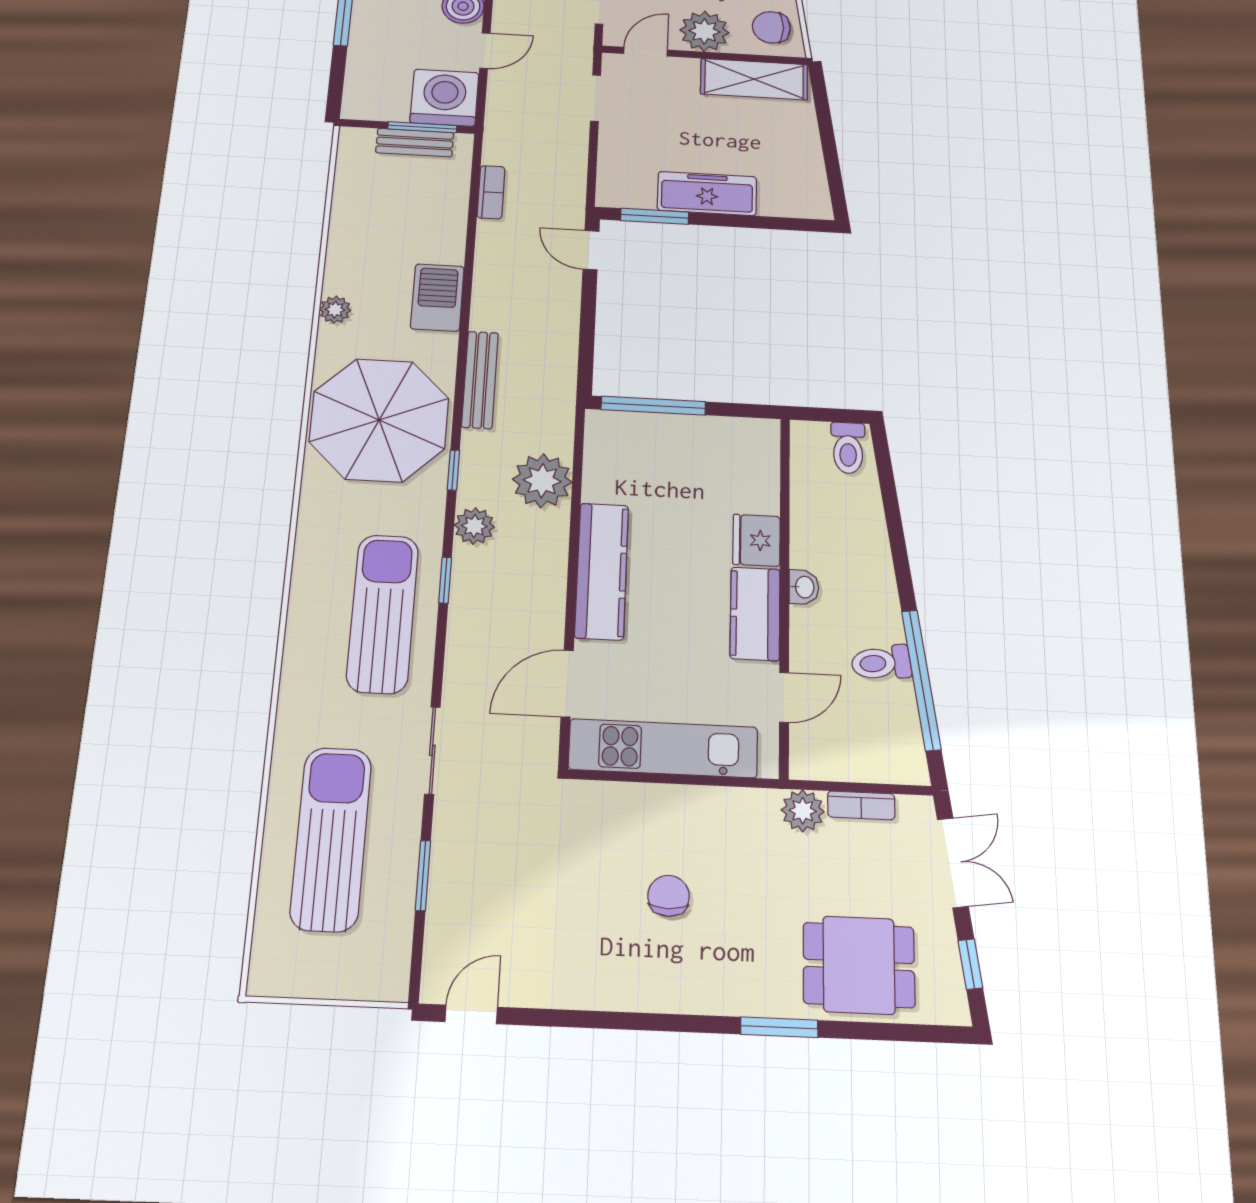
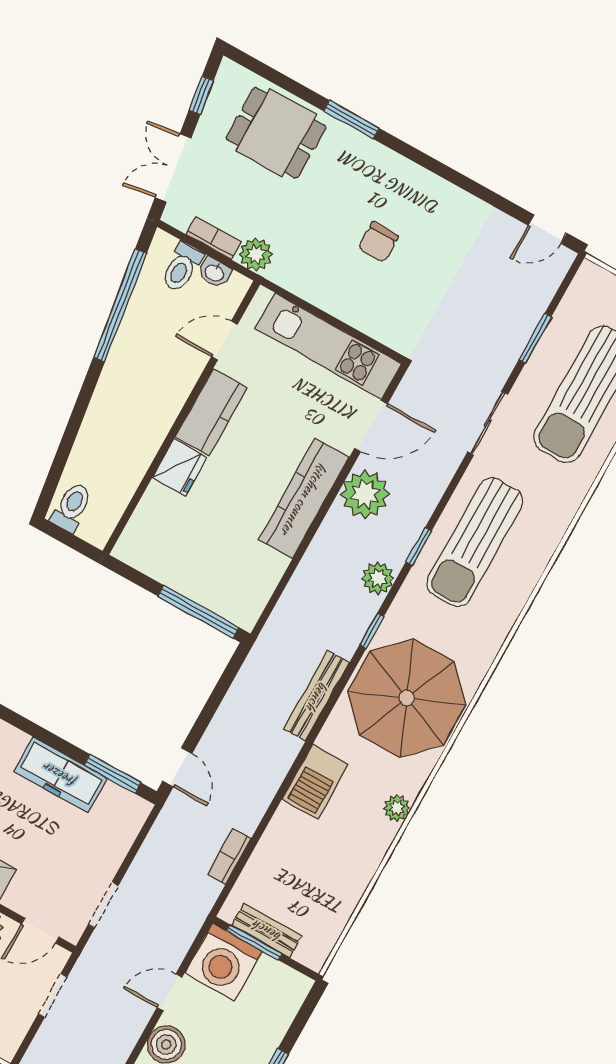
plant: (542, 481) -> (365, 494), moved
washbasin: (804, 587) -> (215, 273), moved, turned -90
toilet: (881, 663) -> (182, 267), moved, turned 98

